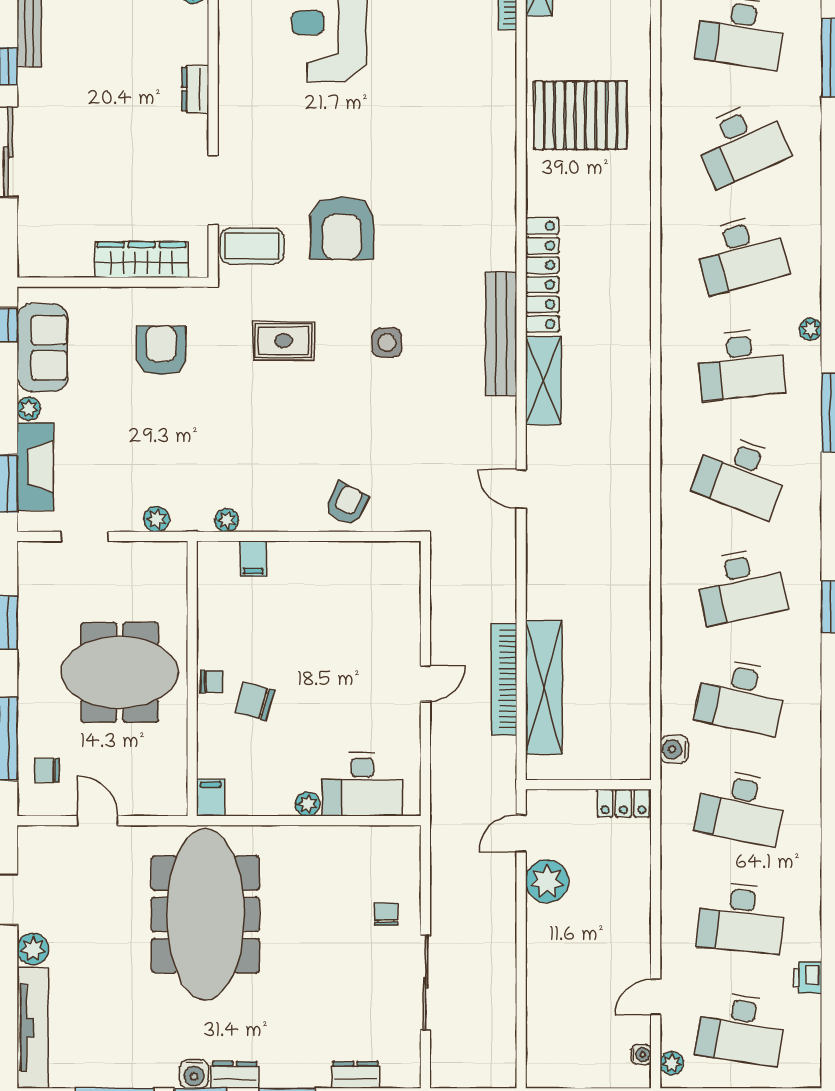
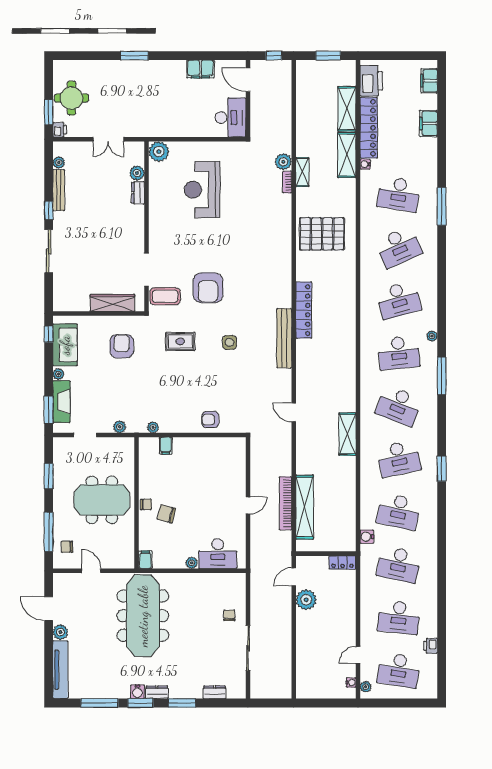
dresser: (195, 89) -> (138, 193), moved
shelving: (543, 380) -> (347, 434), moved
armchair: (347, 504) -> (210, 420), turned -116

